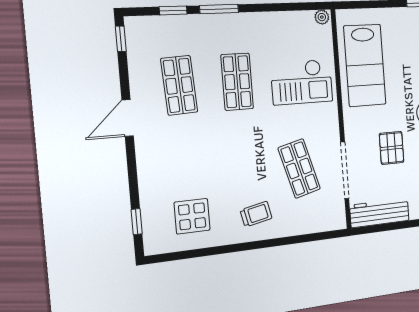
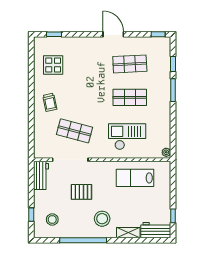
lab bench: (365, 65) -> (135, 178), width x0.73, depth x0.72
checkout: (302, 82) -> (127, 137), turned 90
shop shelf: (299, 168) -> (74, 131), turned 30
workbench: (380, 213) -> (41, 175), width x0.73

